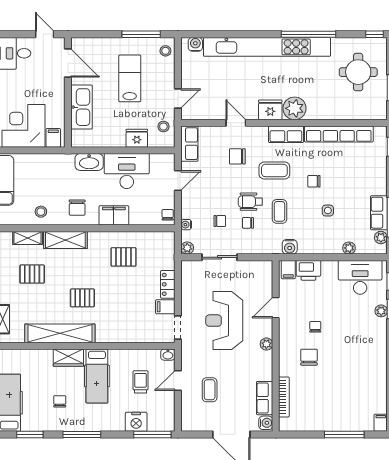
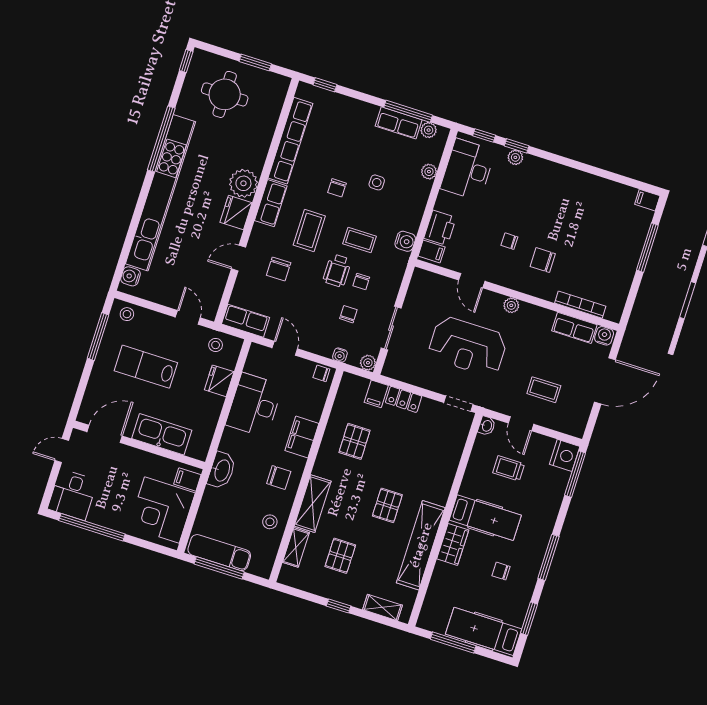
washbasin: (89, 162) -> (222, 470), moved
filing cabinet: (165, 307) -> (376, 394), moved
nightstand: (136, 422) -> (565, 455), moved

